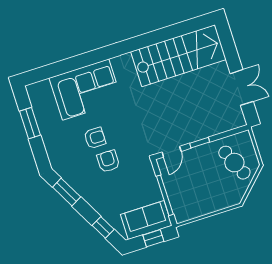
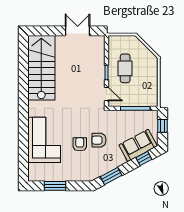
cafe table: (234, 163) -> (125, 68), moved, turned -66
sofa: (146, 220) -> (138, 145), moved, turned 62

